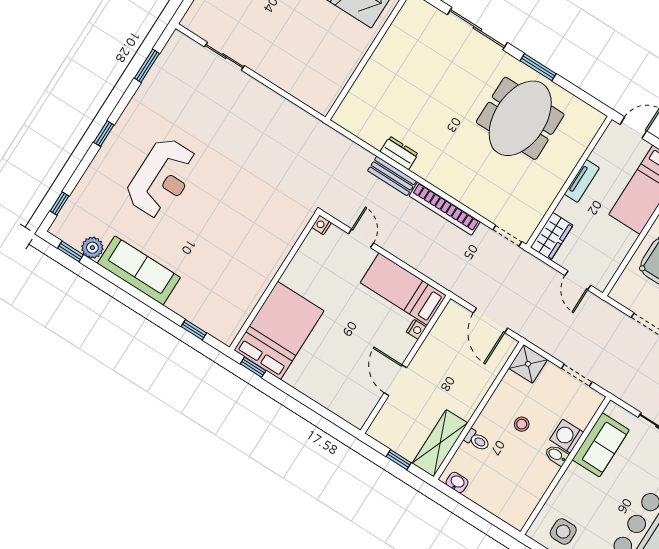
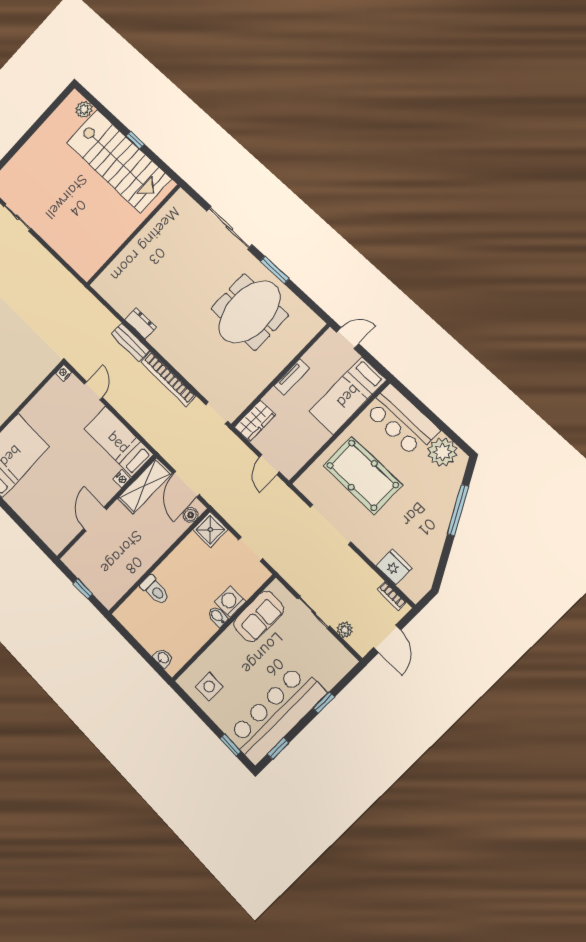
boiler: (503, 353) -> (191, 515), added
stool: (522, 424) -> (193, 582), removed
toilet: (477, 440) -> (155, 590), width x1.37, depth x1.39
shelving: (440, 443) -> (145, 486), moved
washbasin: (457, 482) -> (163, 658), moved

